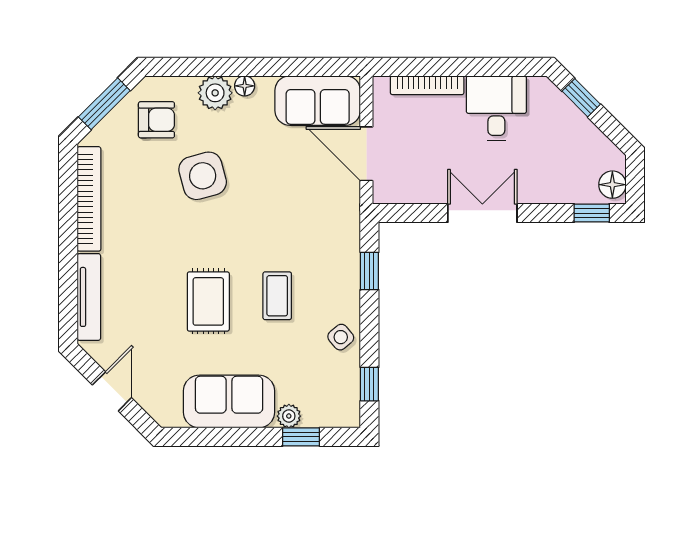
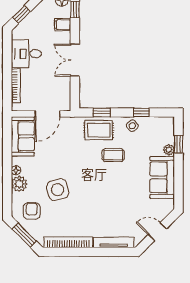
filing cabinet: (559, 186) -> (63, 25), added
rug: (208, 301) -> (99, 130), moved
window: (369, 384) -> (141, 112), moved

